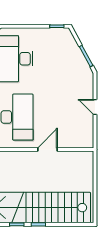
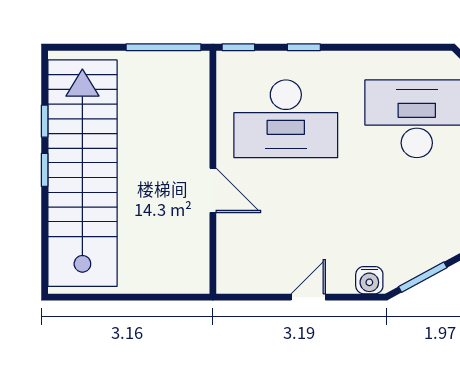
water cooler: (87, 80) -> (369, 280), added

